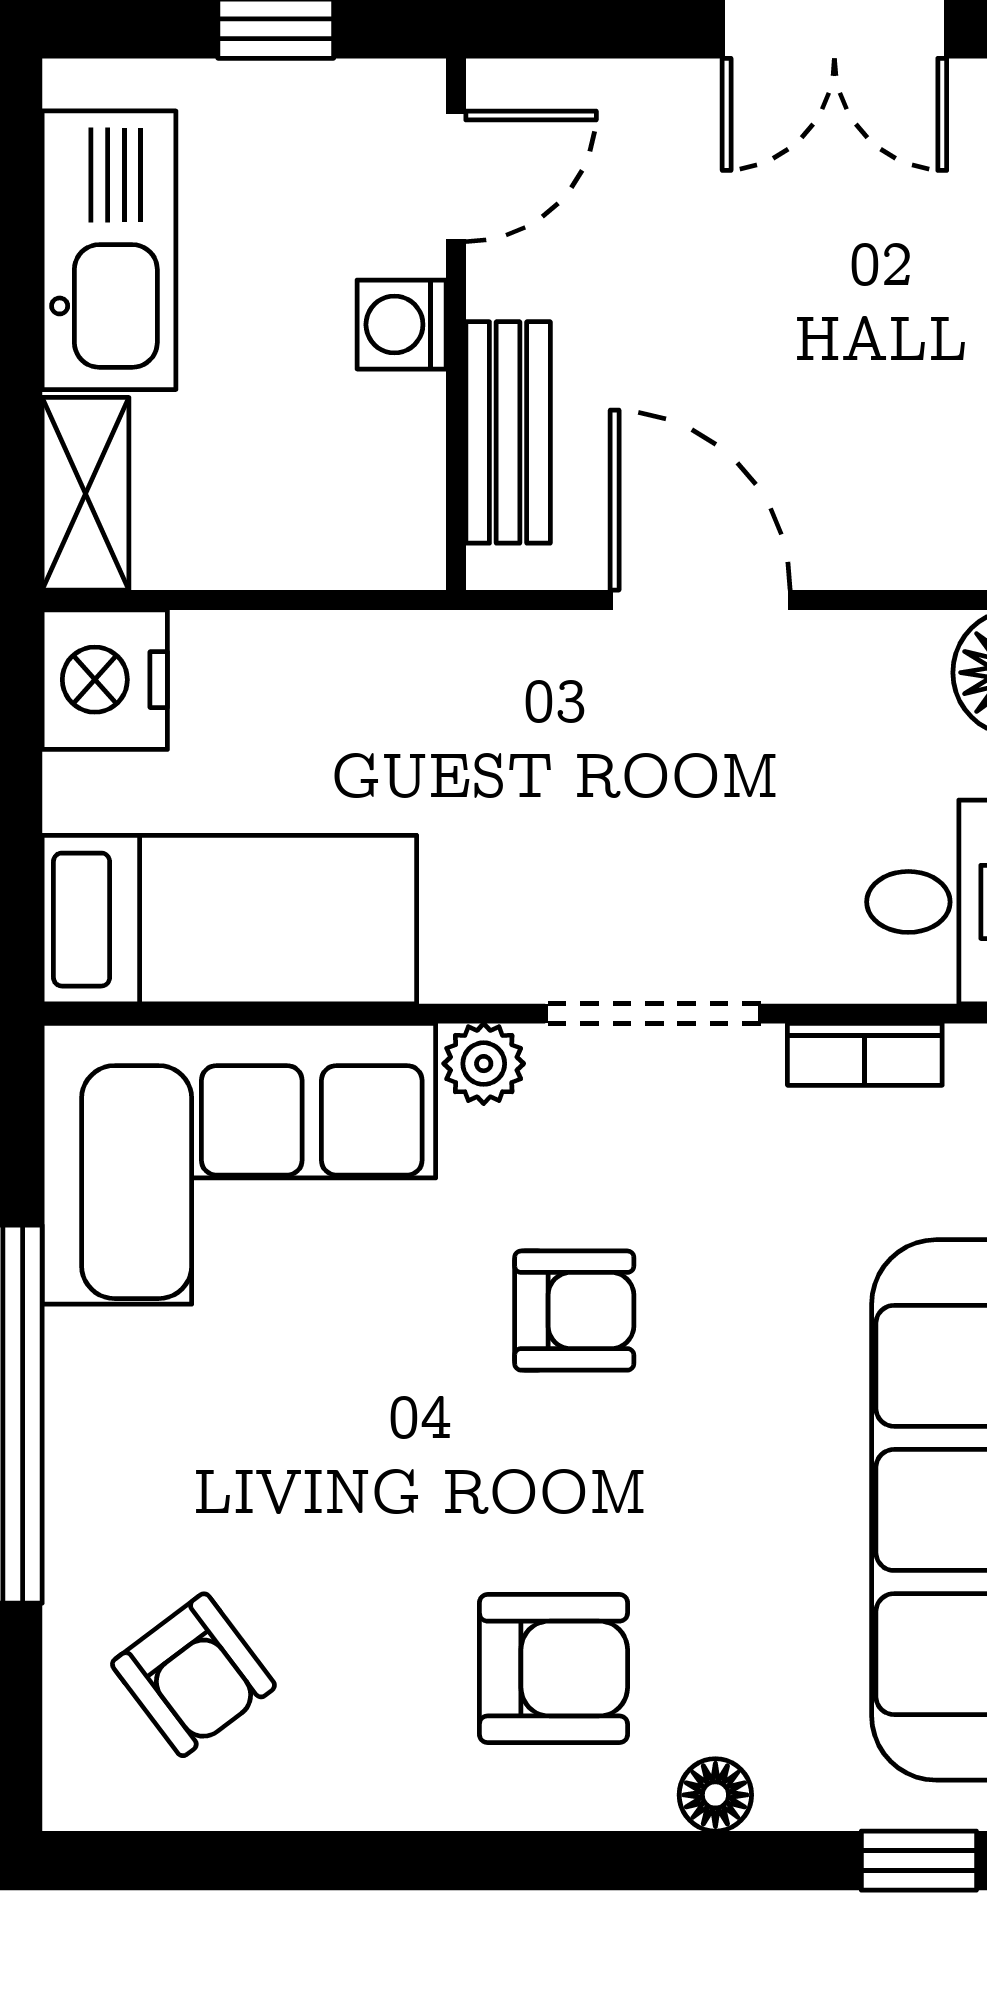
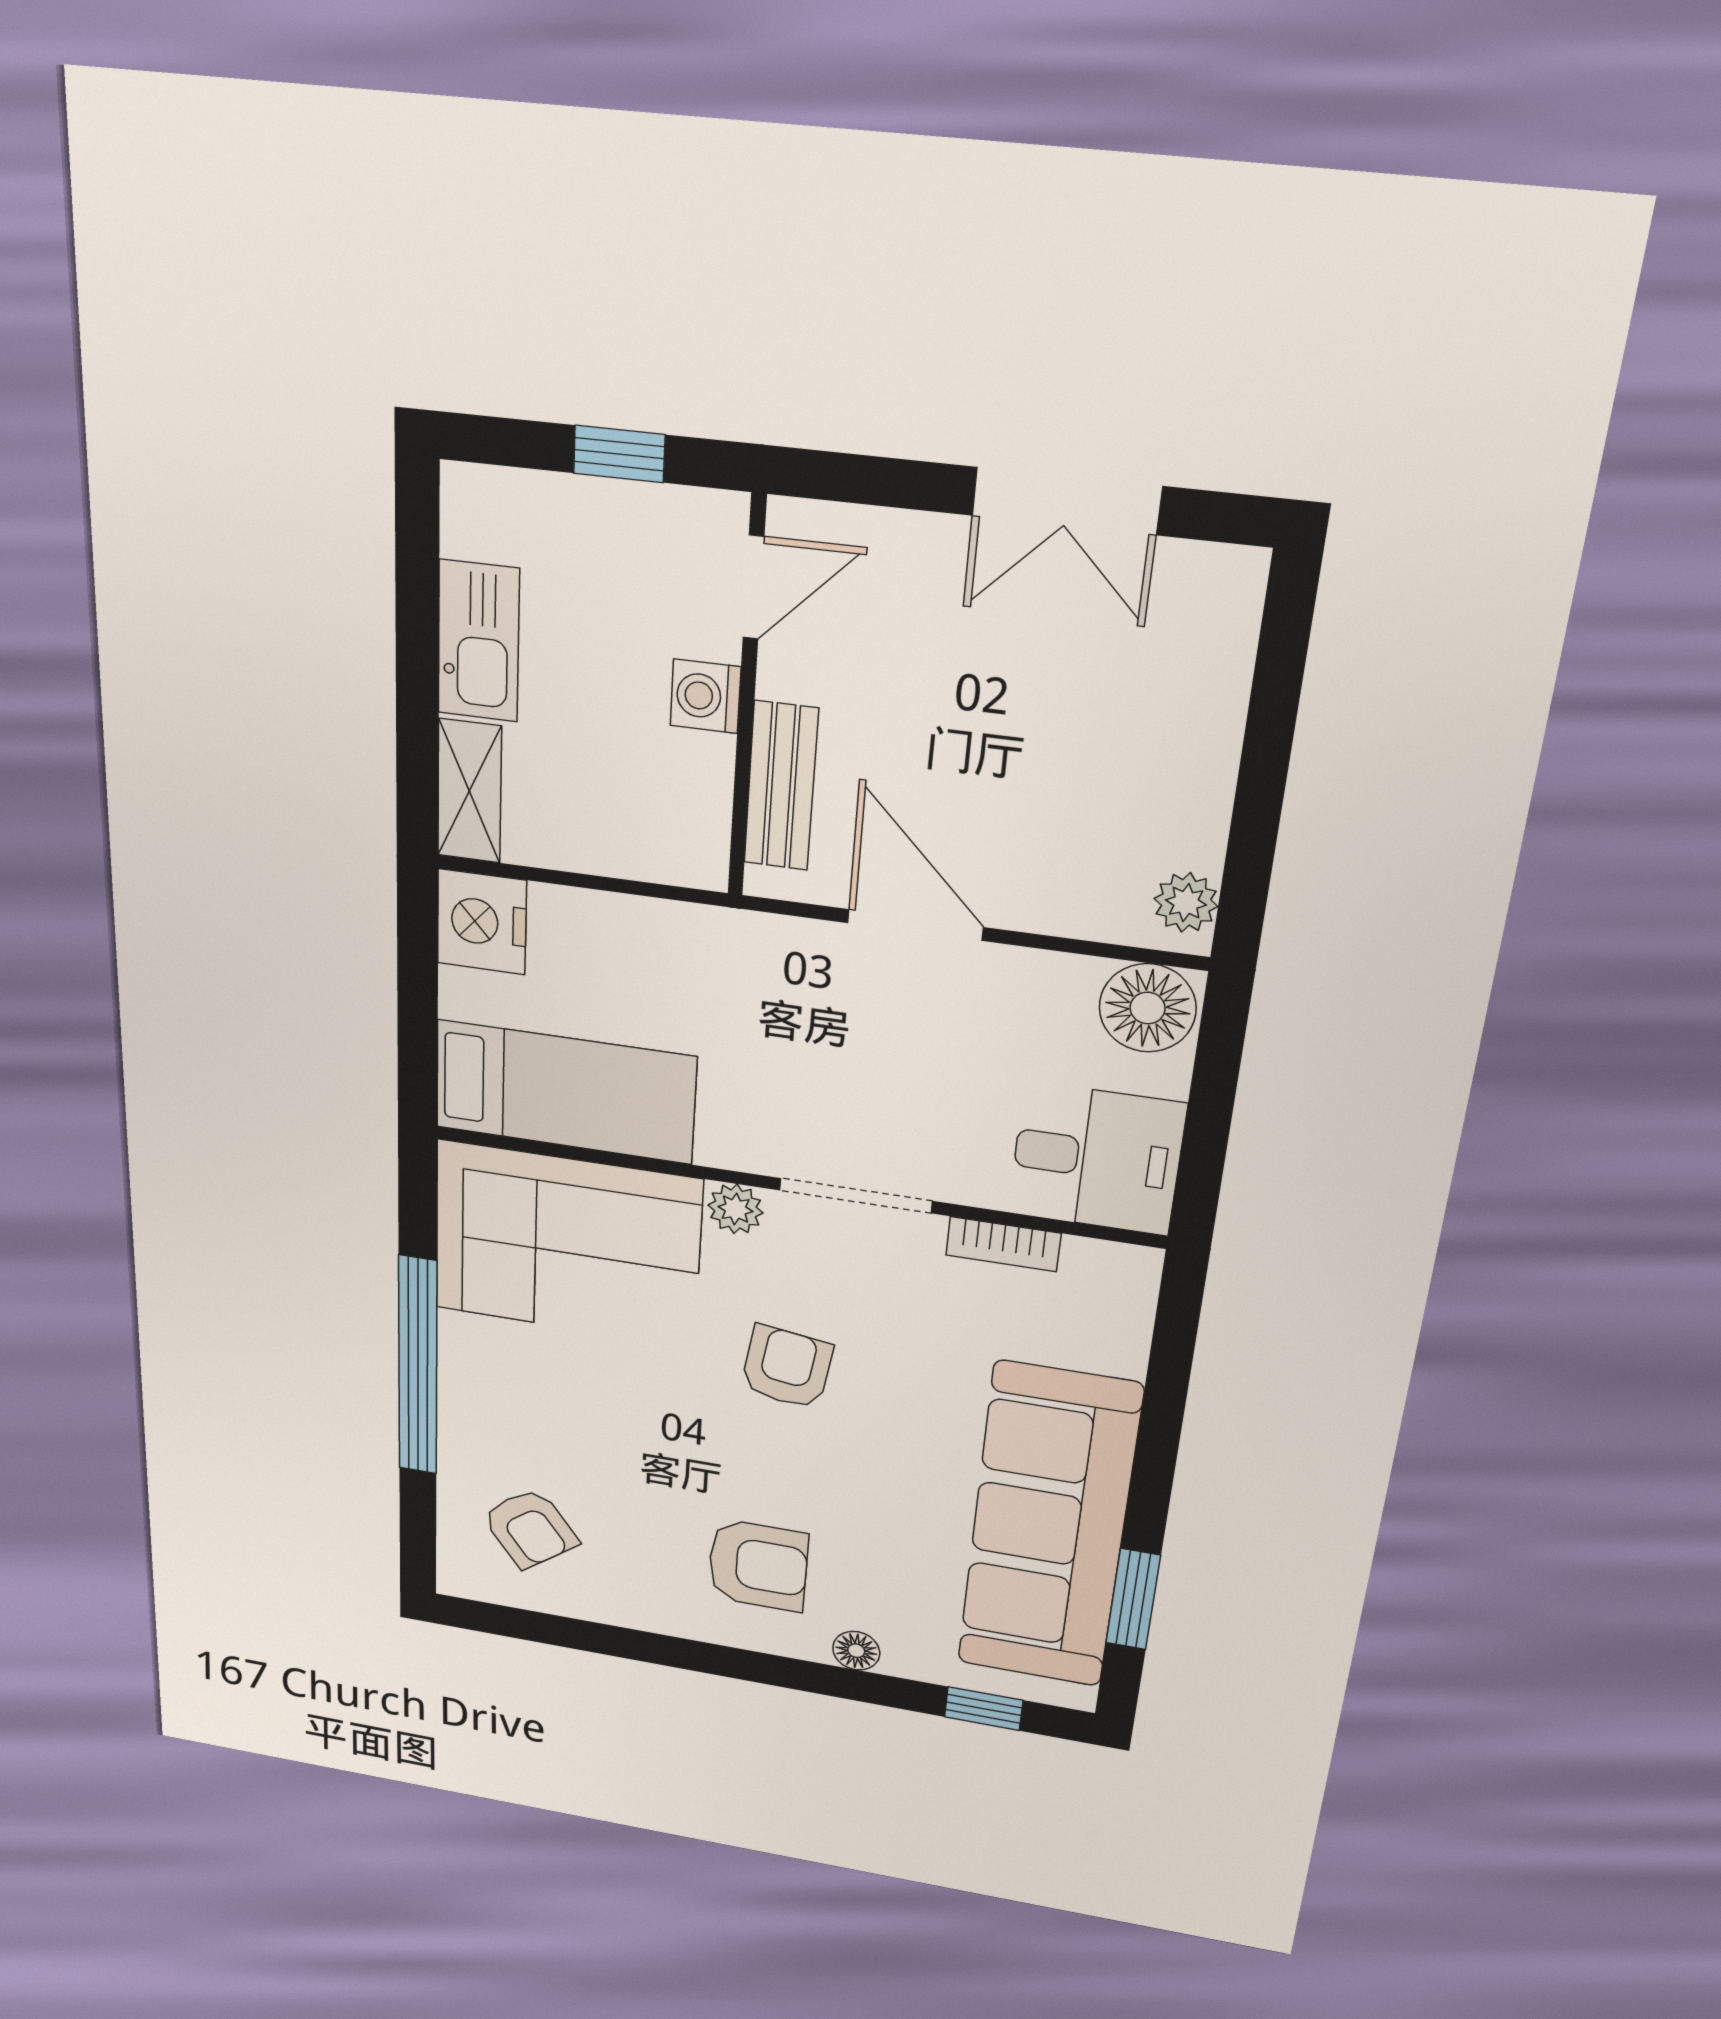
kitchen sink: (109, 250) -> (479, 641), width x0.73, depth x0.81
armchair: (574, 1311) -> (787, 1367), turned -82

